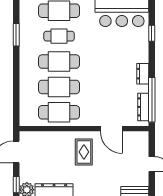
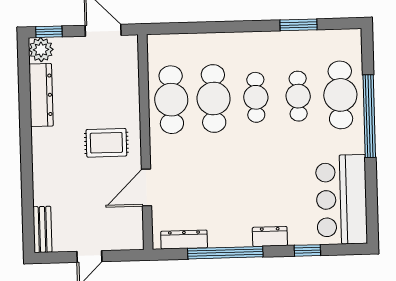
cafe table: (59, 62) -> (256, 97), width x0.73, depth x0.74
dresser: (143, 74) -> (270, 236), moved
window: (152, 100) -> (225, 253), moved

